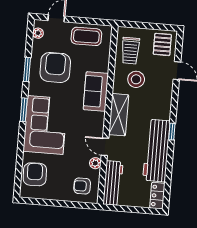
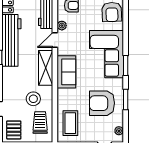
coffee table: (86, 36) -> (70, 123), moved, turned 90
armchair: (55, 67) -> (102, 103), turned 90
sofa: (96, 91) -> (66, 72), moved
door: (105, 147) -> (55, 40), swing flipped

